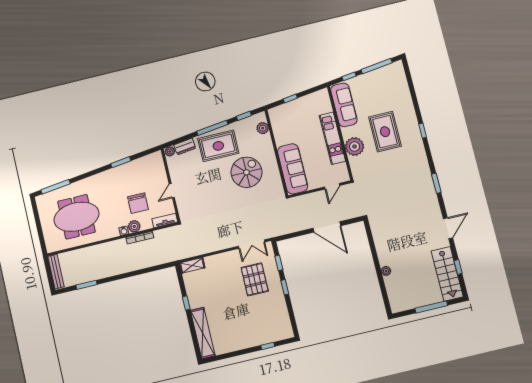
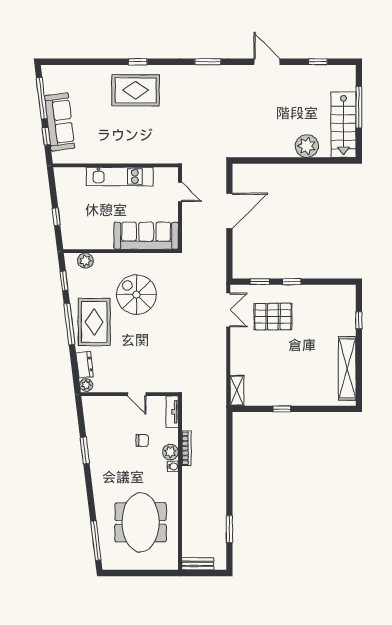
sofa: (344, 105) -> (60, 122), moved, turned 83
rug: (385, 132) -> (136, 90), moved
plant: (355, 147) -> (137, 151), removed
chair: (138, 203) -> (142, 440), width x0.54, depth x0.54
plant: (386, 271) -> (307, 146), width x1.87, depth x1.87
bench: (56, 272) -> (198, 564), width x0.73
stairs: (447, 274) -> (343, 125), moved, turned 90
shelving: (203, 333) -> (347, 368), moved, turned 90

